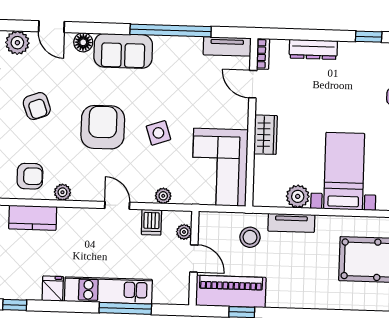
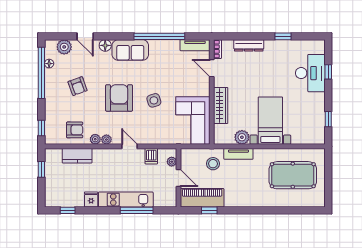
wardrobe: (266, 135) -> (221, 105), width x1.50
plant: (163, 196) -> (106, 140), moved

